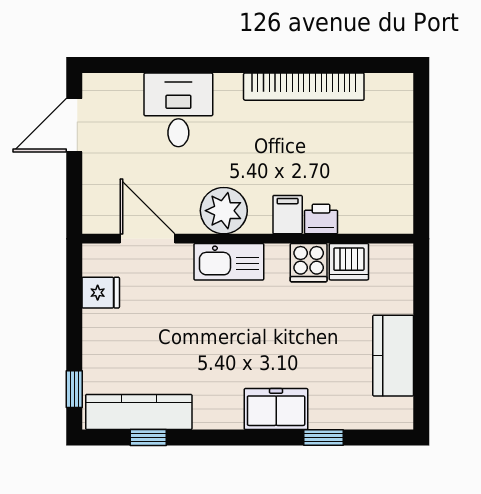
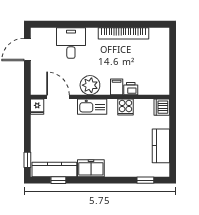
dishwasher: (349, 262) -> (162, 107), moved, turned 90
fridge: (101, 293) -> (37, 107), moved, turned 90
freezer: (276, 409) -> (91, 168), moved
window: (323, 438) -> (145, 180), moved

